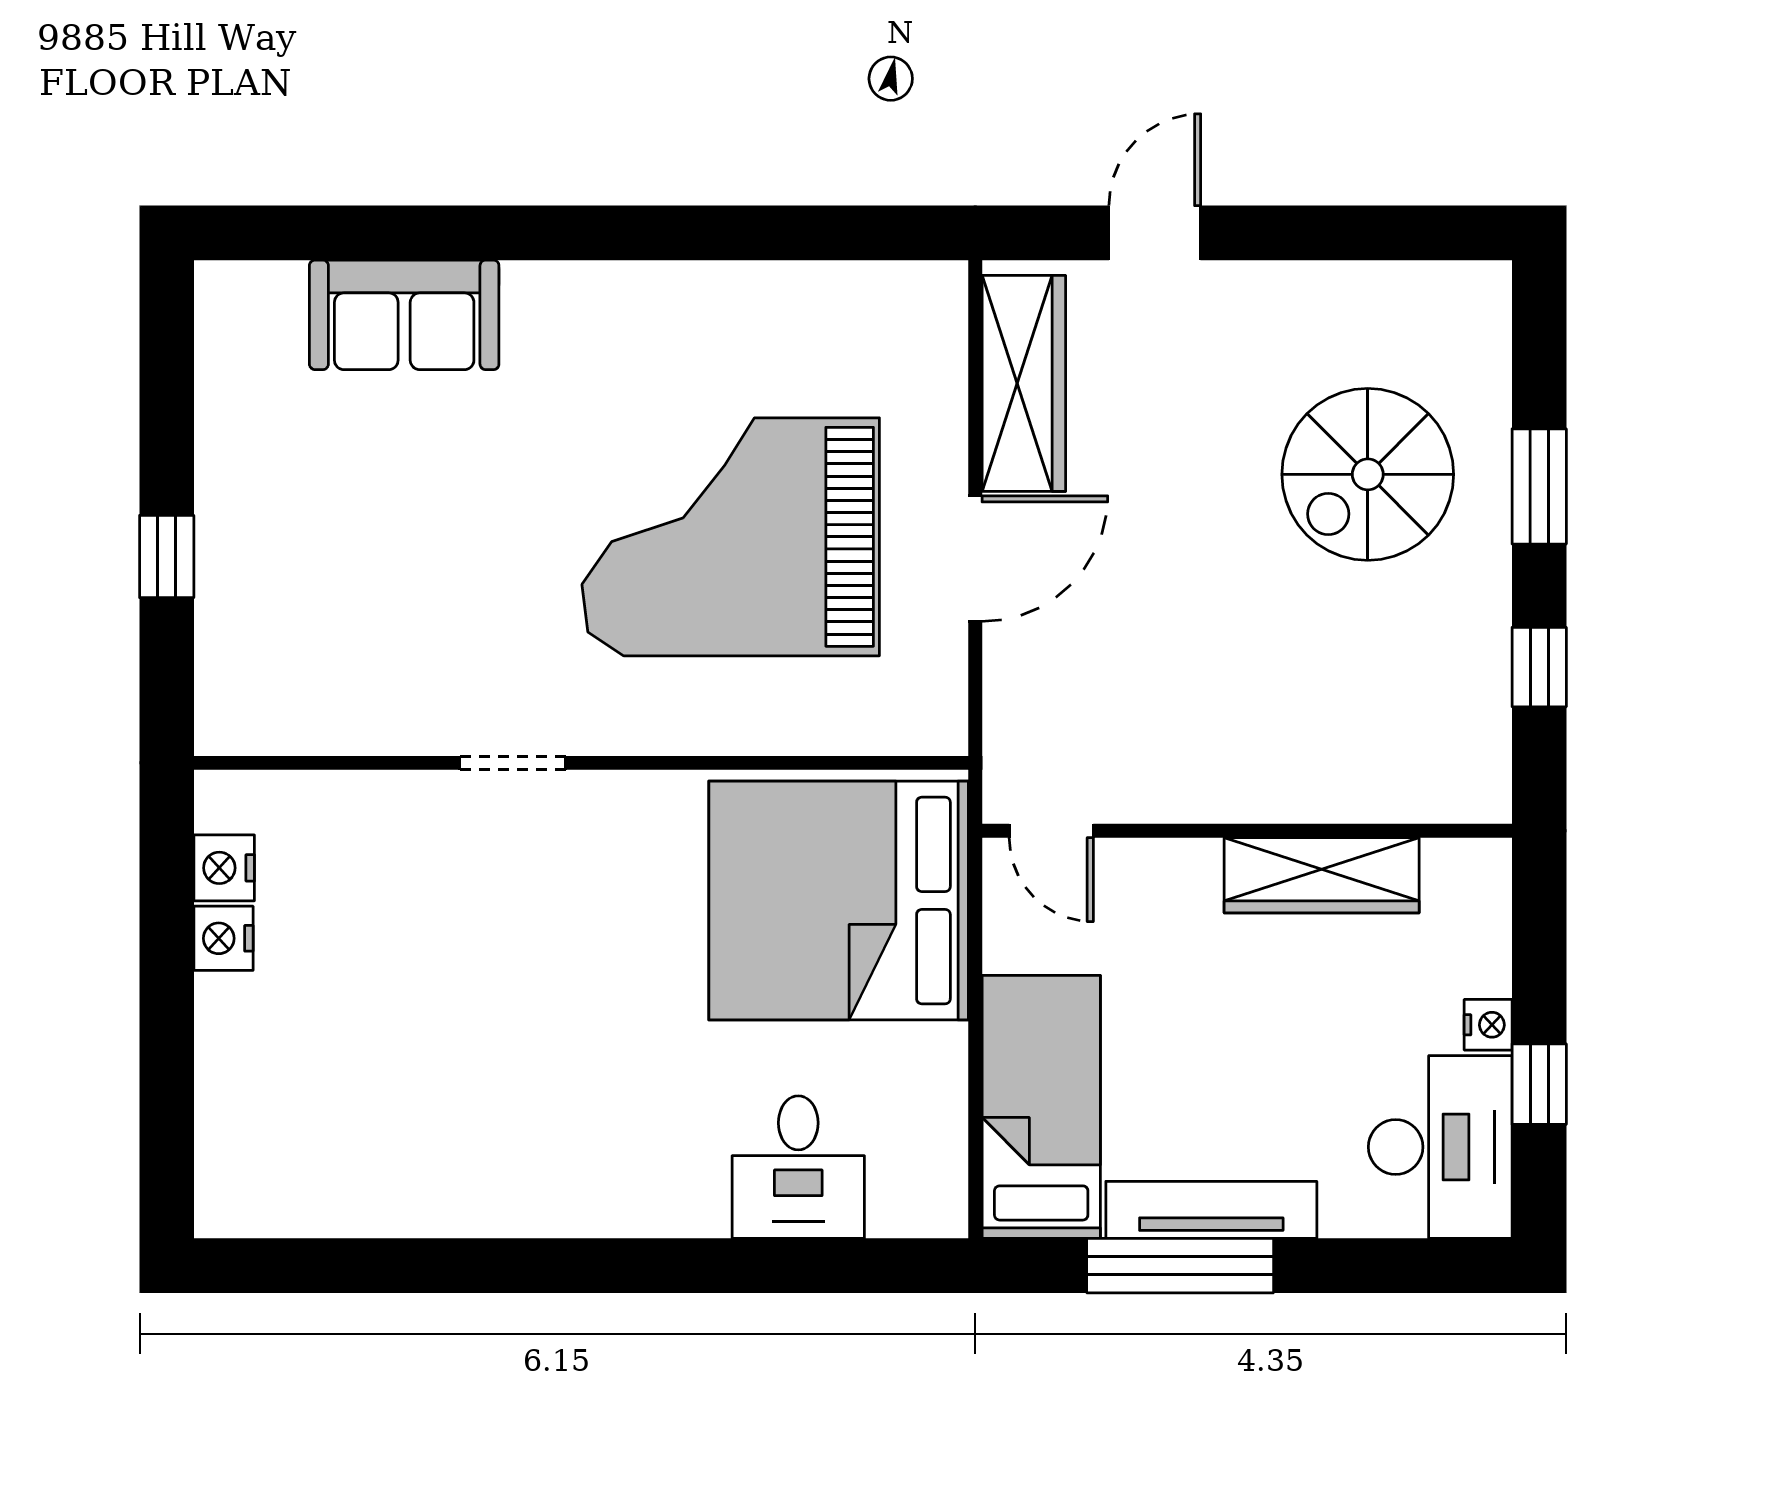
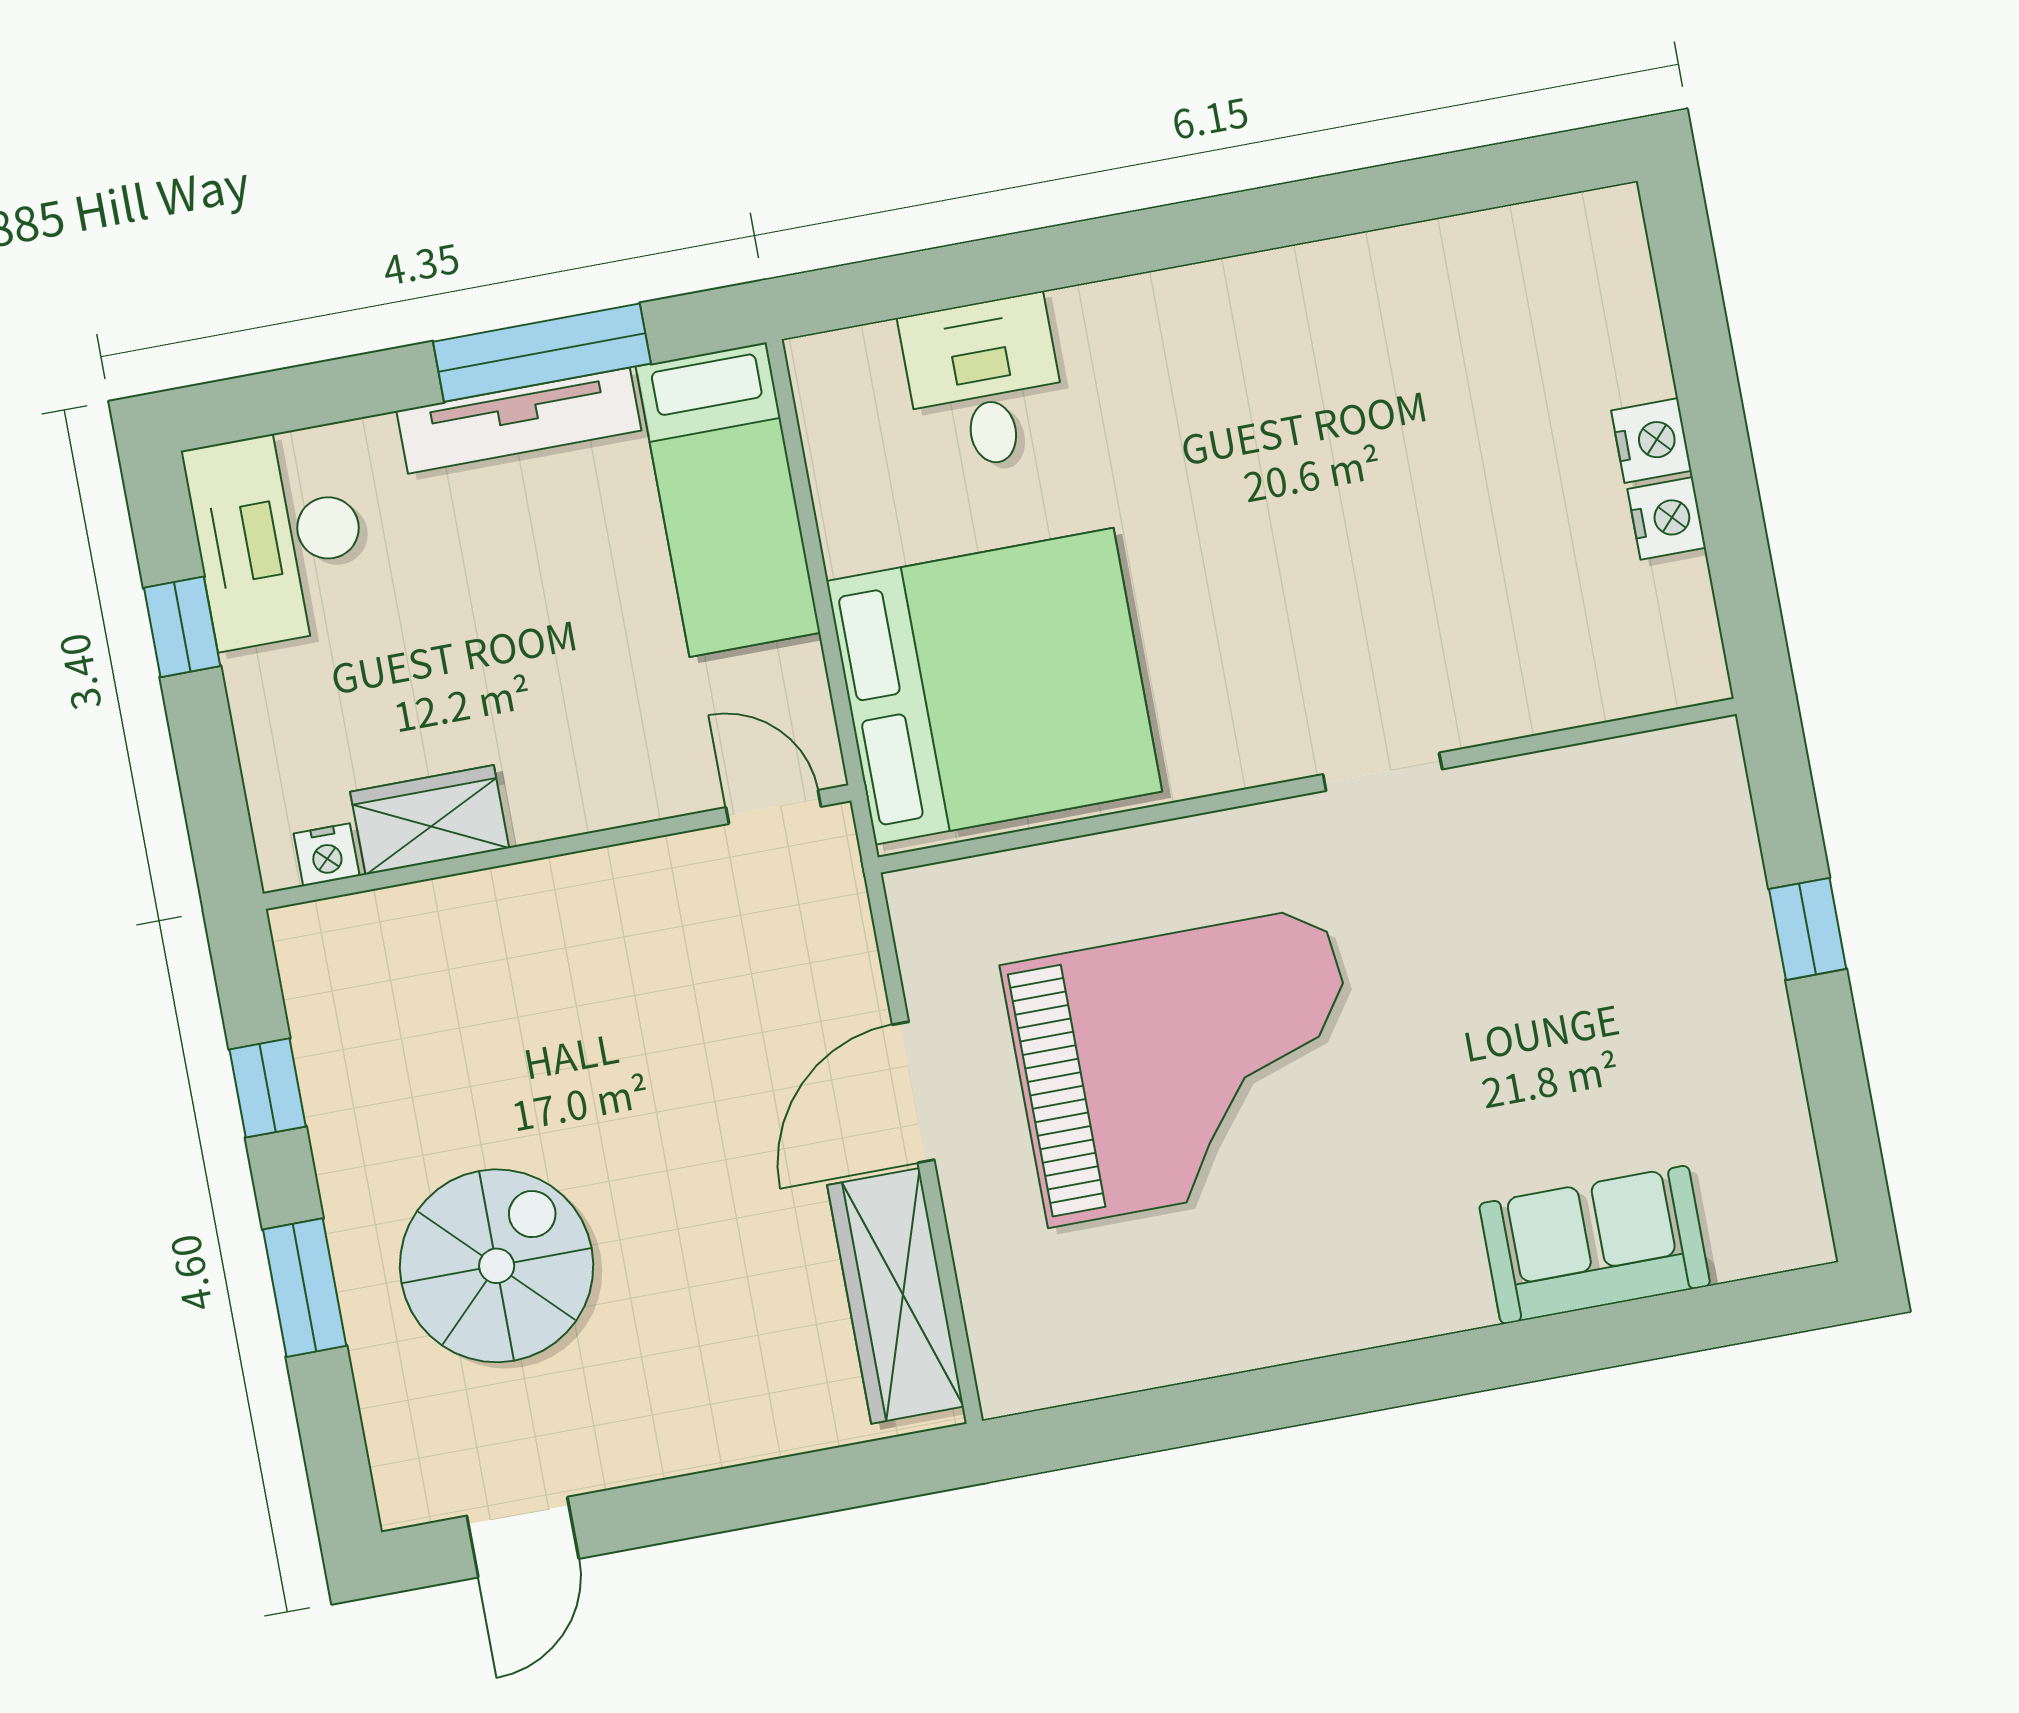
door: (1155, 233) -> (523, 1537), moved
nightstand: (224, 868) -> (1651, 441), moved
wardrobe: (1322, 875) -> (430, 820), width x0.67
nightstand: (1488, 1025) -> (327, 855), moved, turned -90

